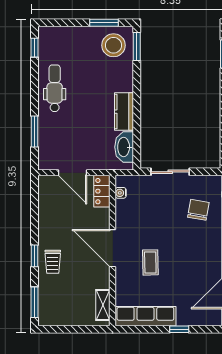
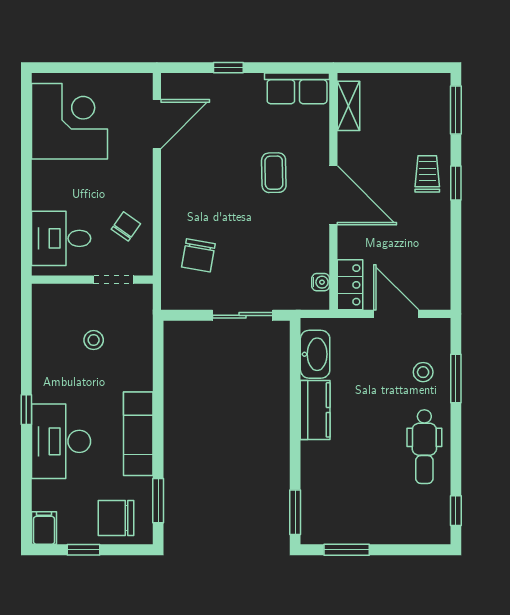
stool: (113, 45) -> (423, 372), moved, width x0.53, depth x0.53
row of seats: (145, 316) -> (297, 88), width x0.68

